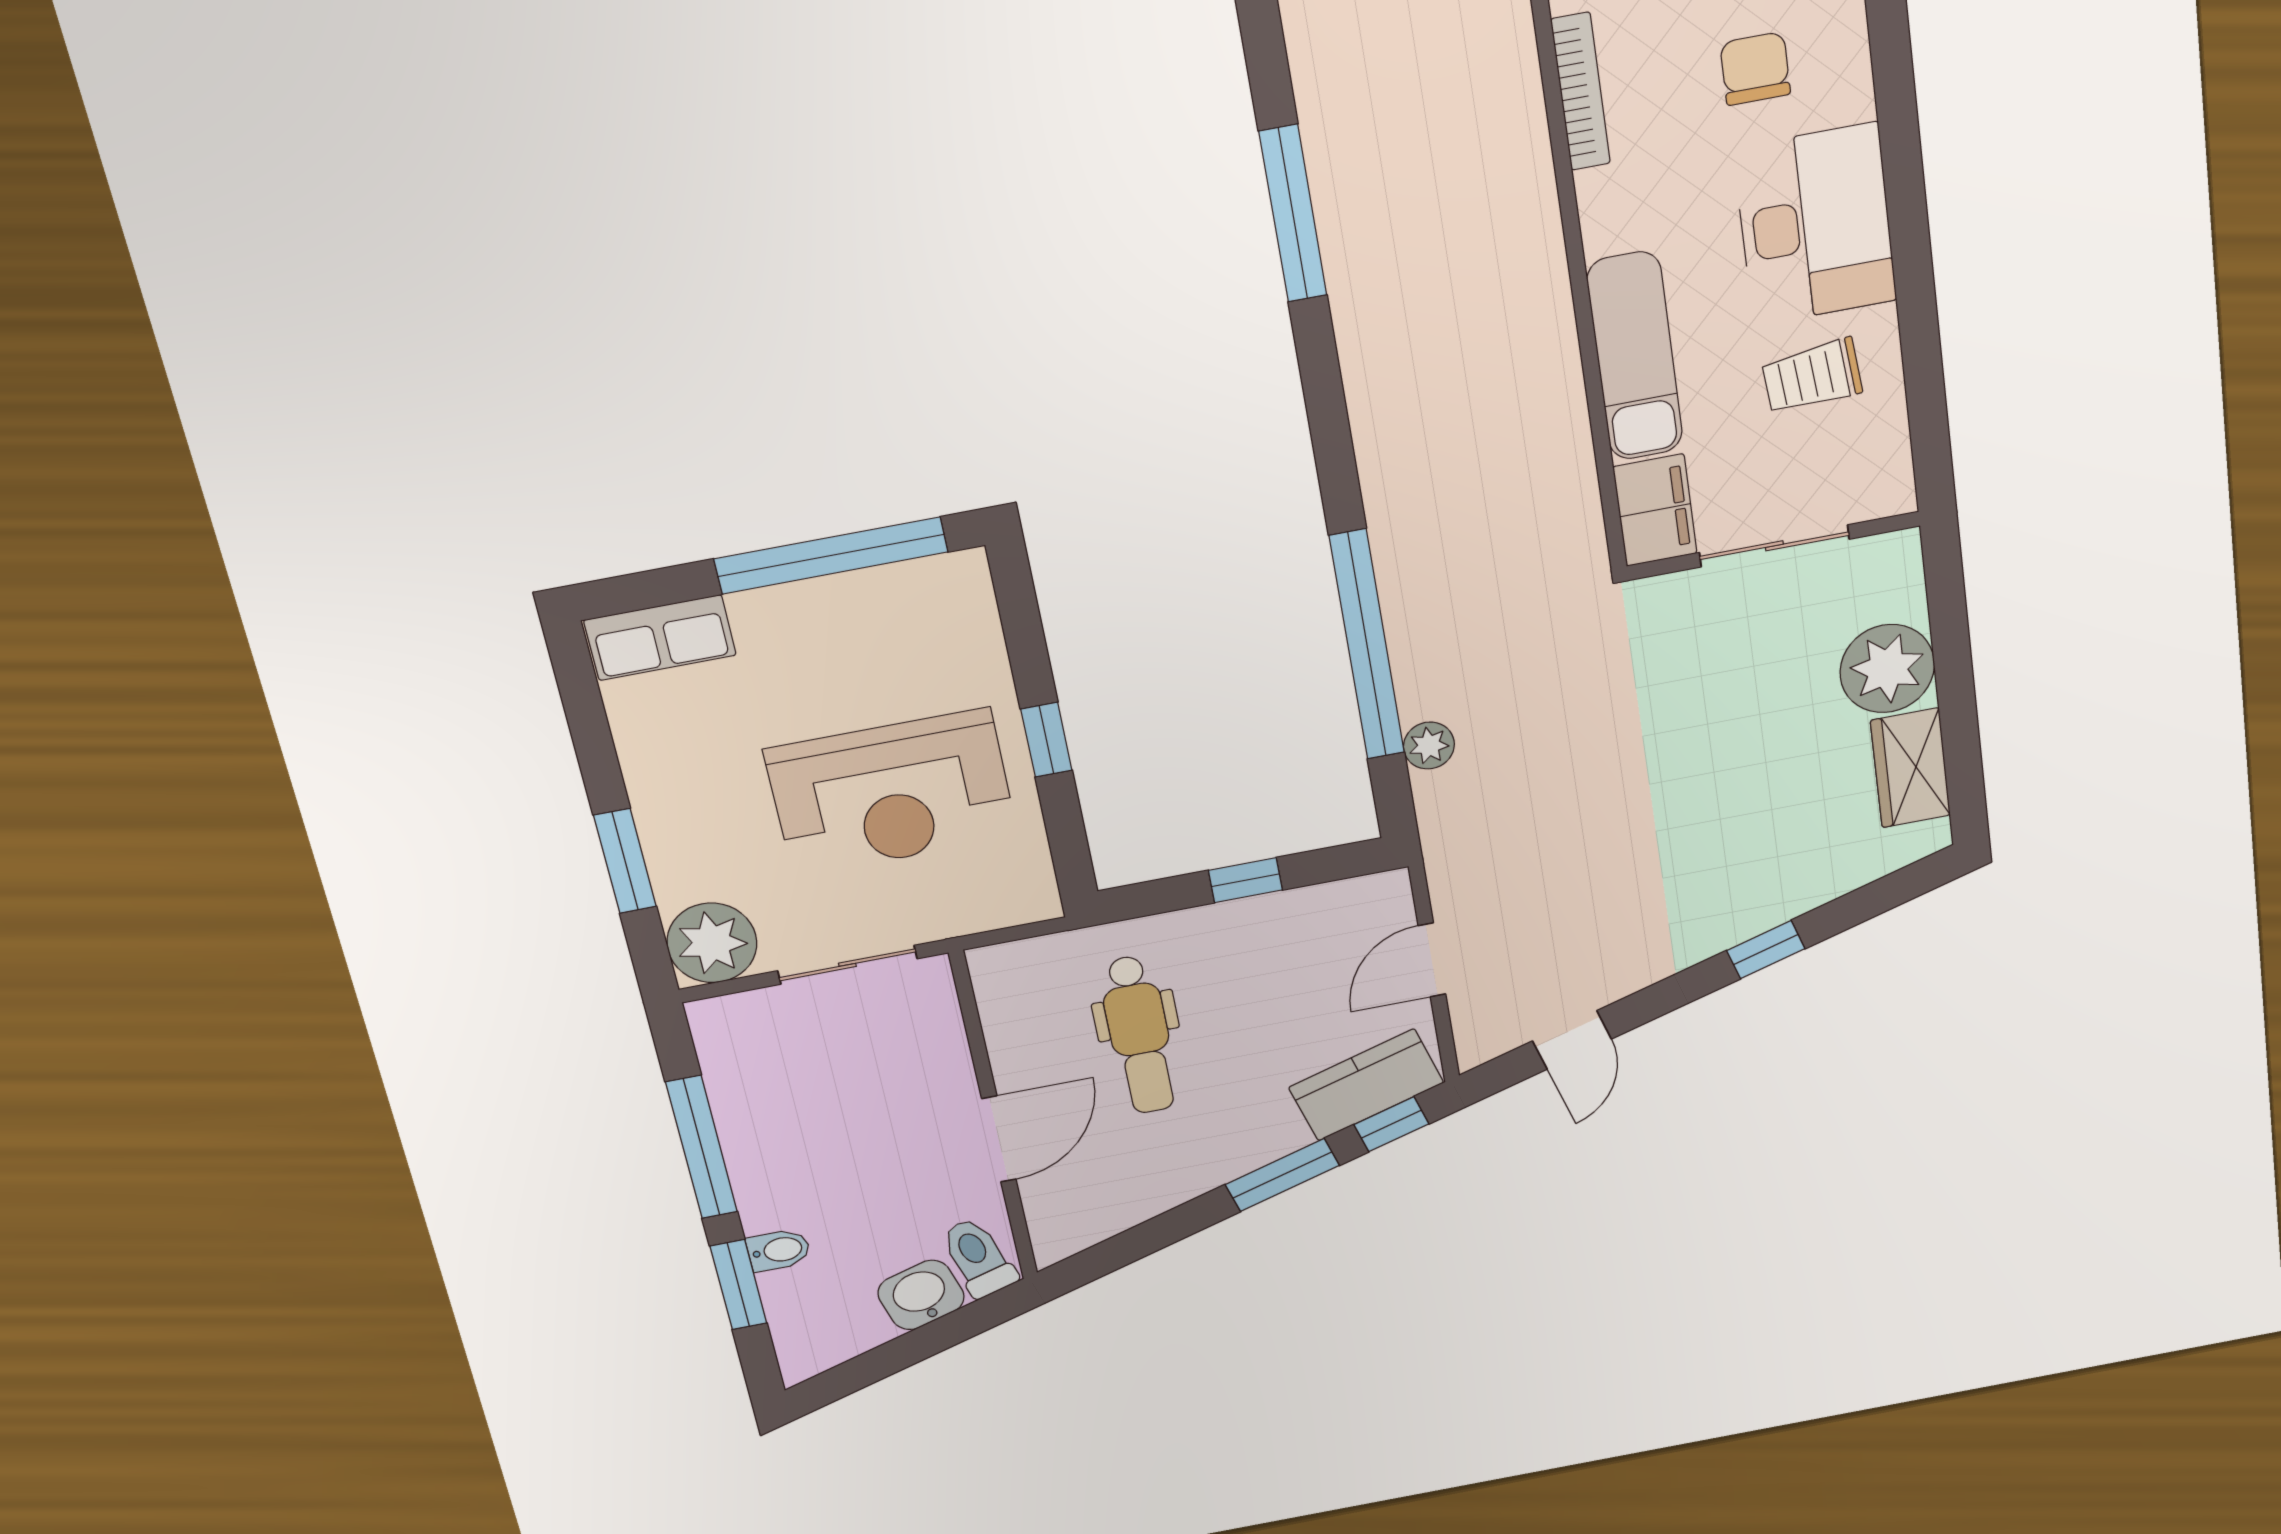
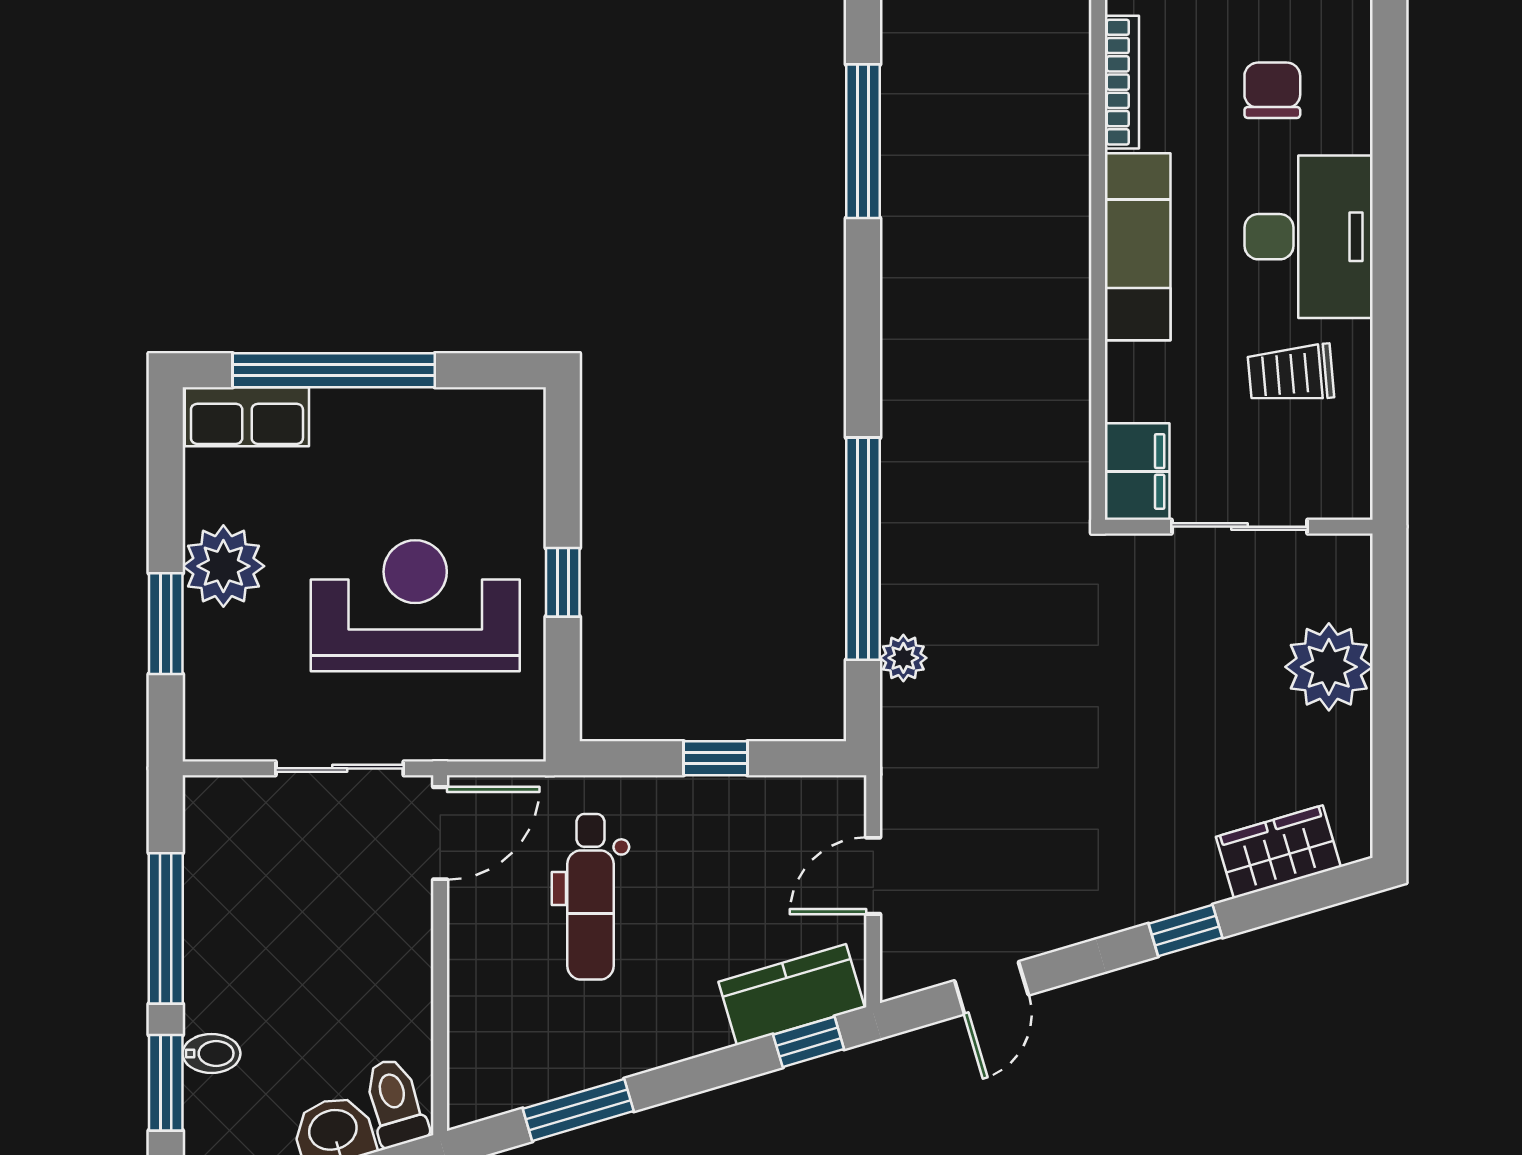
exam couch: (1635, 356) -> (1138, 247), moved
window: (831, 555) -> (334, 370), moved
wardrobe: (1910, 768) -> (1278, 852), moved, turned 74
reception desk: (891, 793) -> (415, 606), turned 180
plant: (712, 943) -> (223, 566), moved
door: (999, 1139) -> (440, 833), moved
window: (1282, 1175) -> (578, 1110), moved

